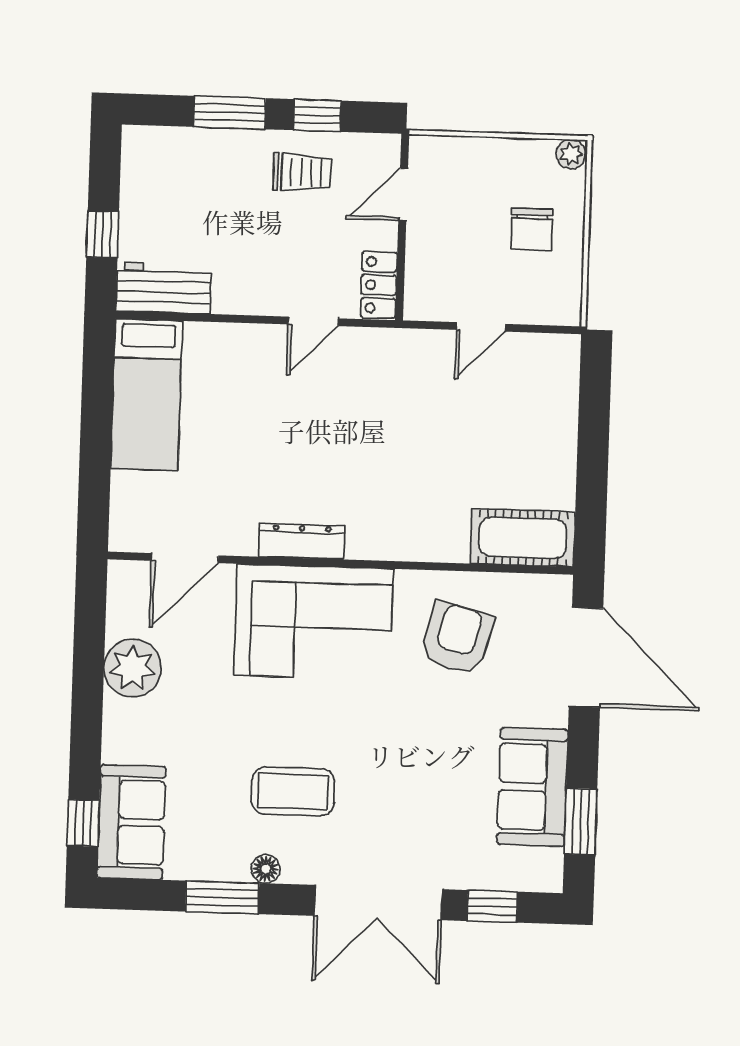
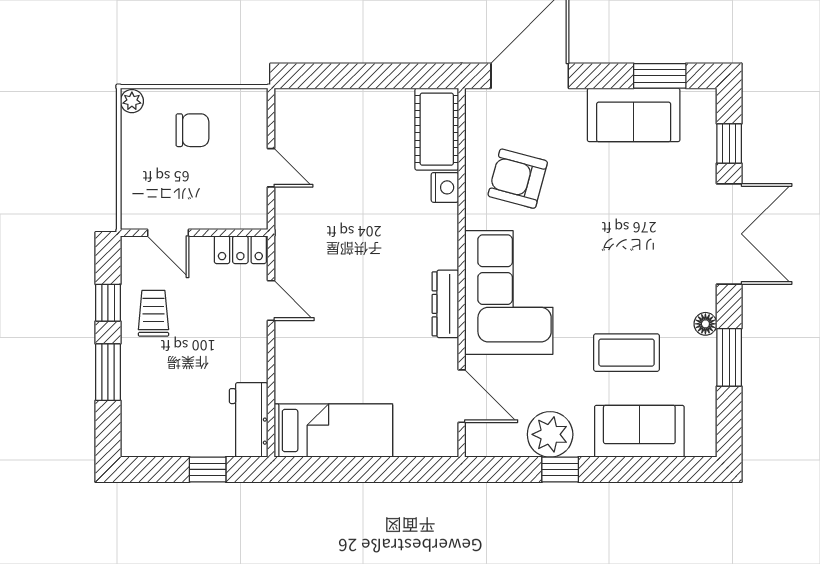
nightstand: (449, 546) -> (445, 187), added
coffee table: (293, 791) -> (626, 353), moved, turned 90
sofa: (131, 822) -> (639, 431), moved
window: (83, 823) -> (560, 469), moved

